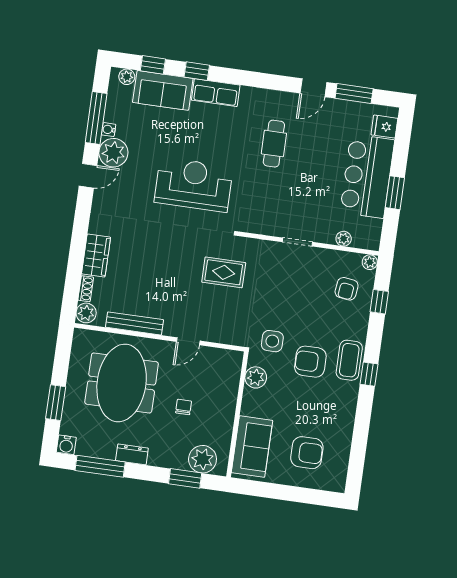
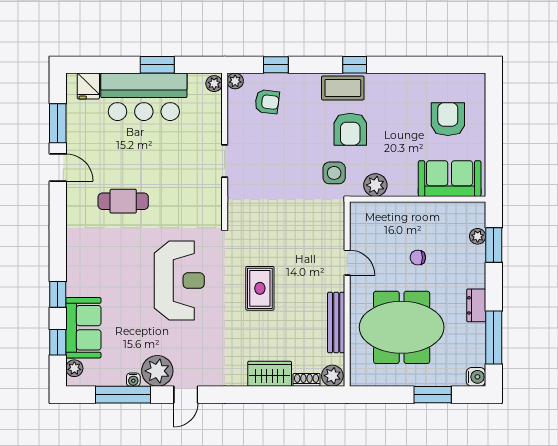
row of seats: (216, 93) -> (78, 271), removed
door: (88, 176) -> (186, 395), swing flipped
reception desk: (194, 185) -> (179, 281), turned 180
plant: (344, 239) -> (214, 84), moved
rug: (224, 272) -> (260, 288), moved
plant: (203, 459) -> (478, 236), width x0.53, depth x0.53

